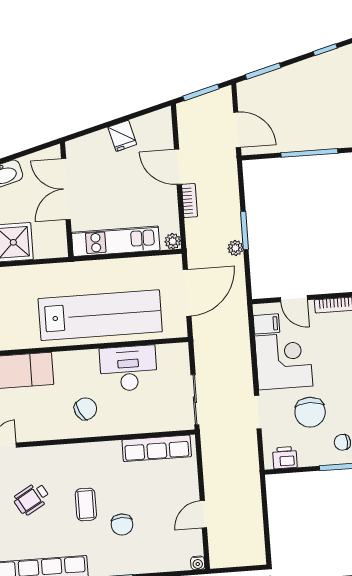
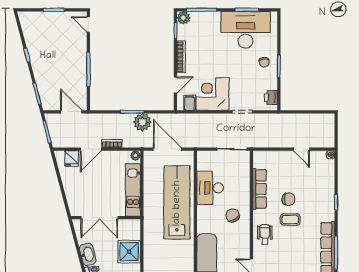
door: (237, 130) -> (71, 112), hinge flipped
fridge: (122, 136) -> (71, 159), moved, turned 105
plant: (235, 248) -> (142, 122), width x1.88, depth x1.88
chair: (310, 412) -> (245, 80), removed
row of seats: (157, 448) -> (260, 189), moved
wheelchair: (32, 499) -> (265, 234), moved, turned -150
chair: (122, 525) -> (288, 199), moved

